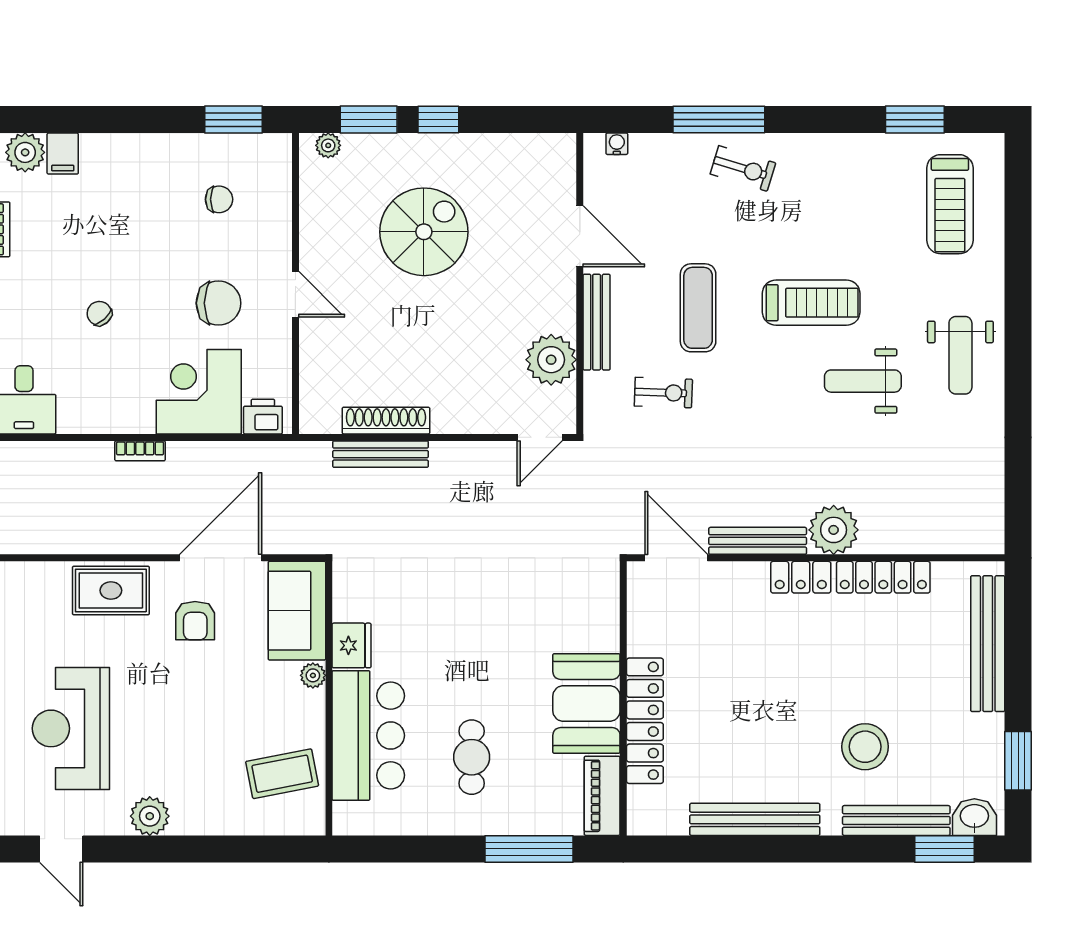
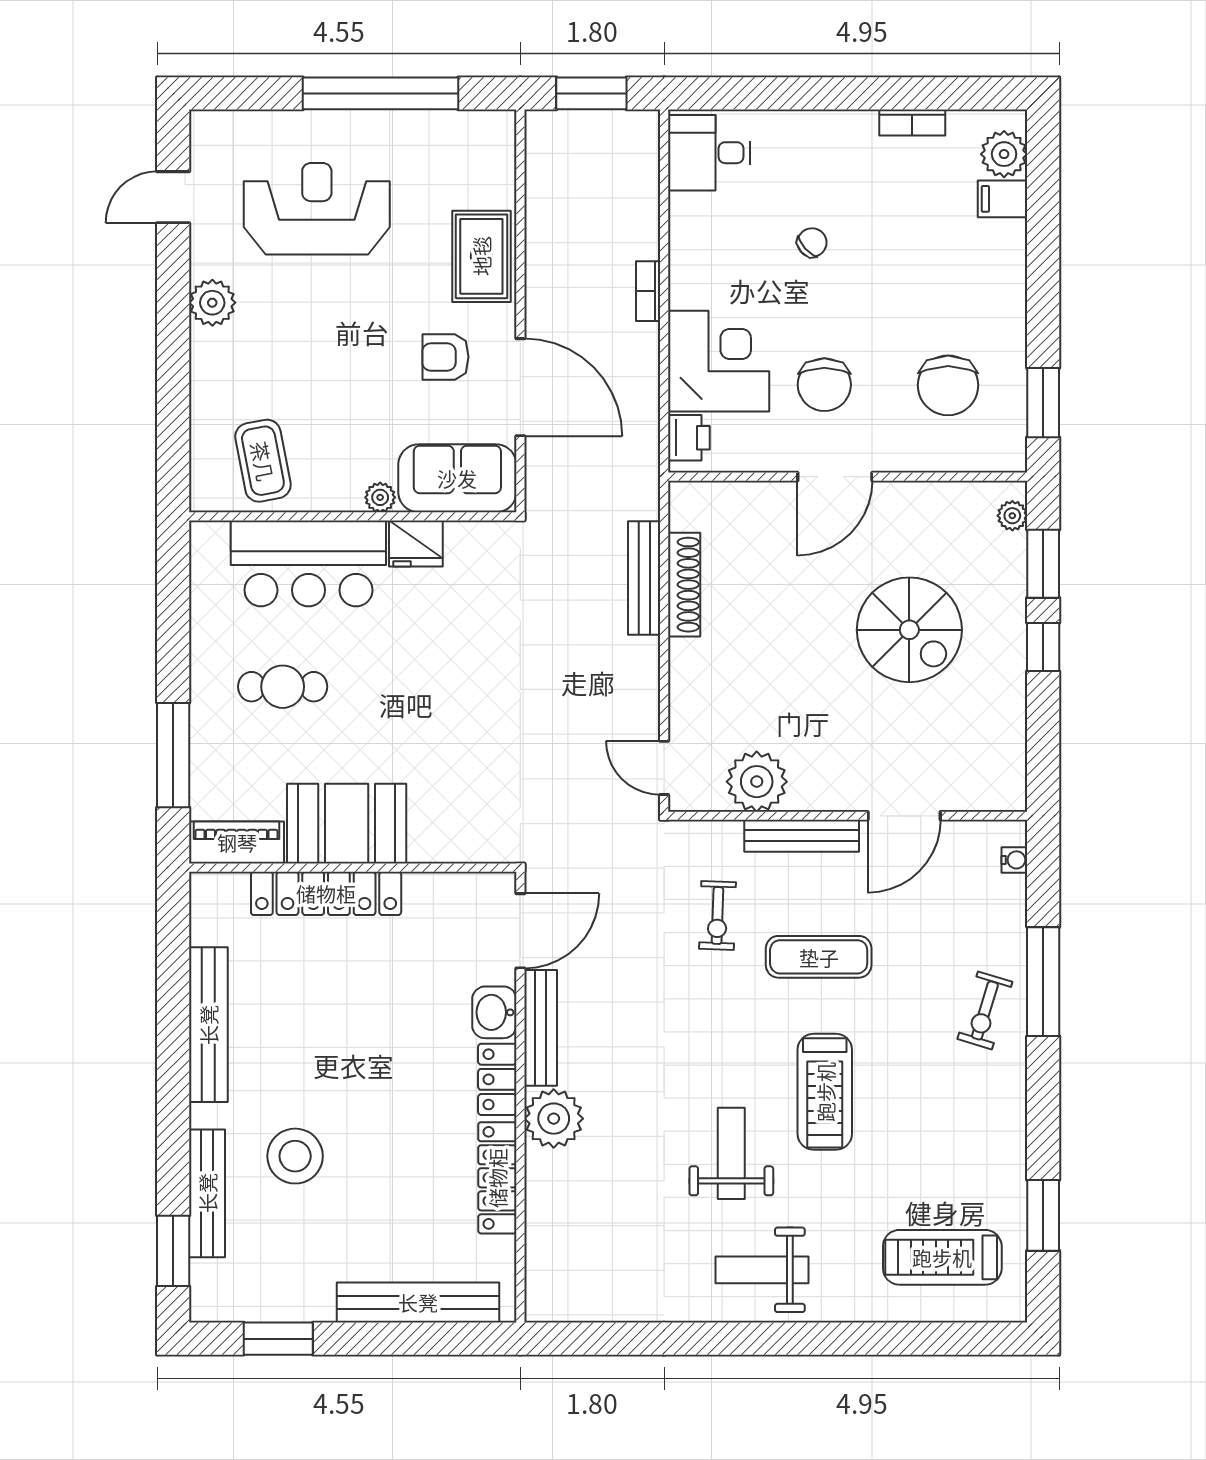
chair: (219, 199) -> (948, 385), width x1.87, depth x1.87
door: (295, 294) -> (835, 477), width x1.38
washbasin: (974, 817) -> (494, 1012), moved, turned 180

